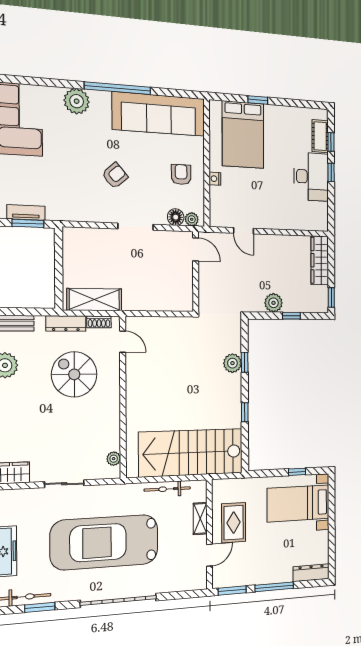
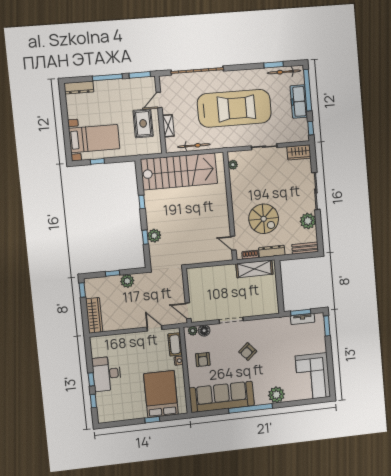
cot: (320, 136) -> (175, 344), moved
garage door: (119, 600) -> (197, 71), moved

